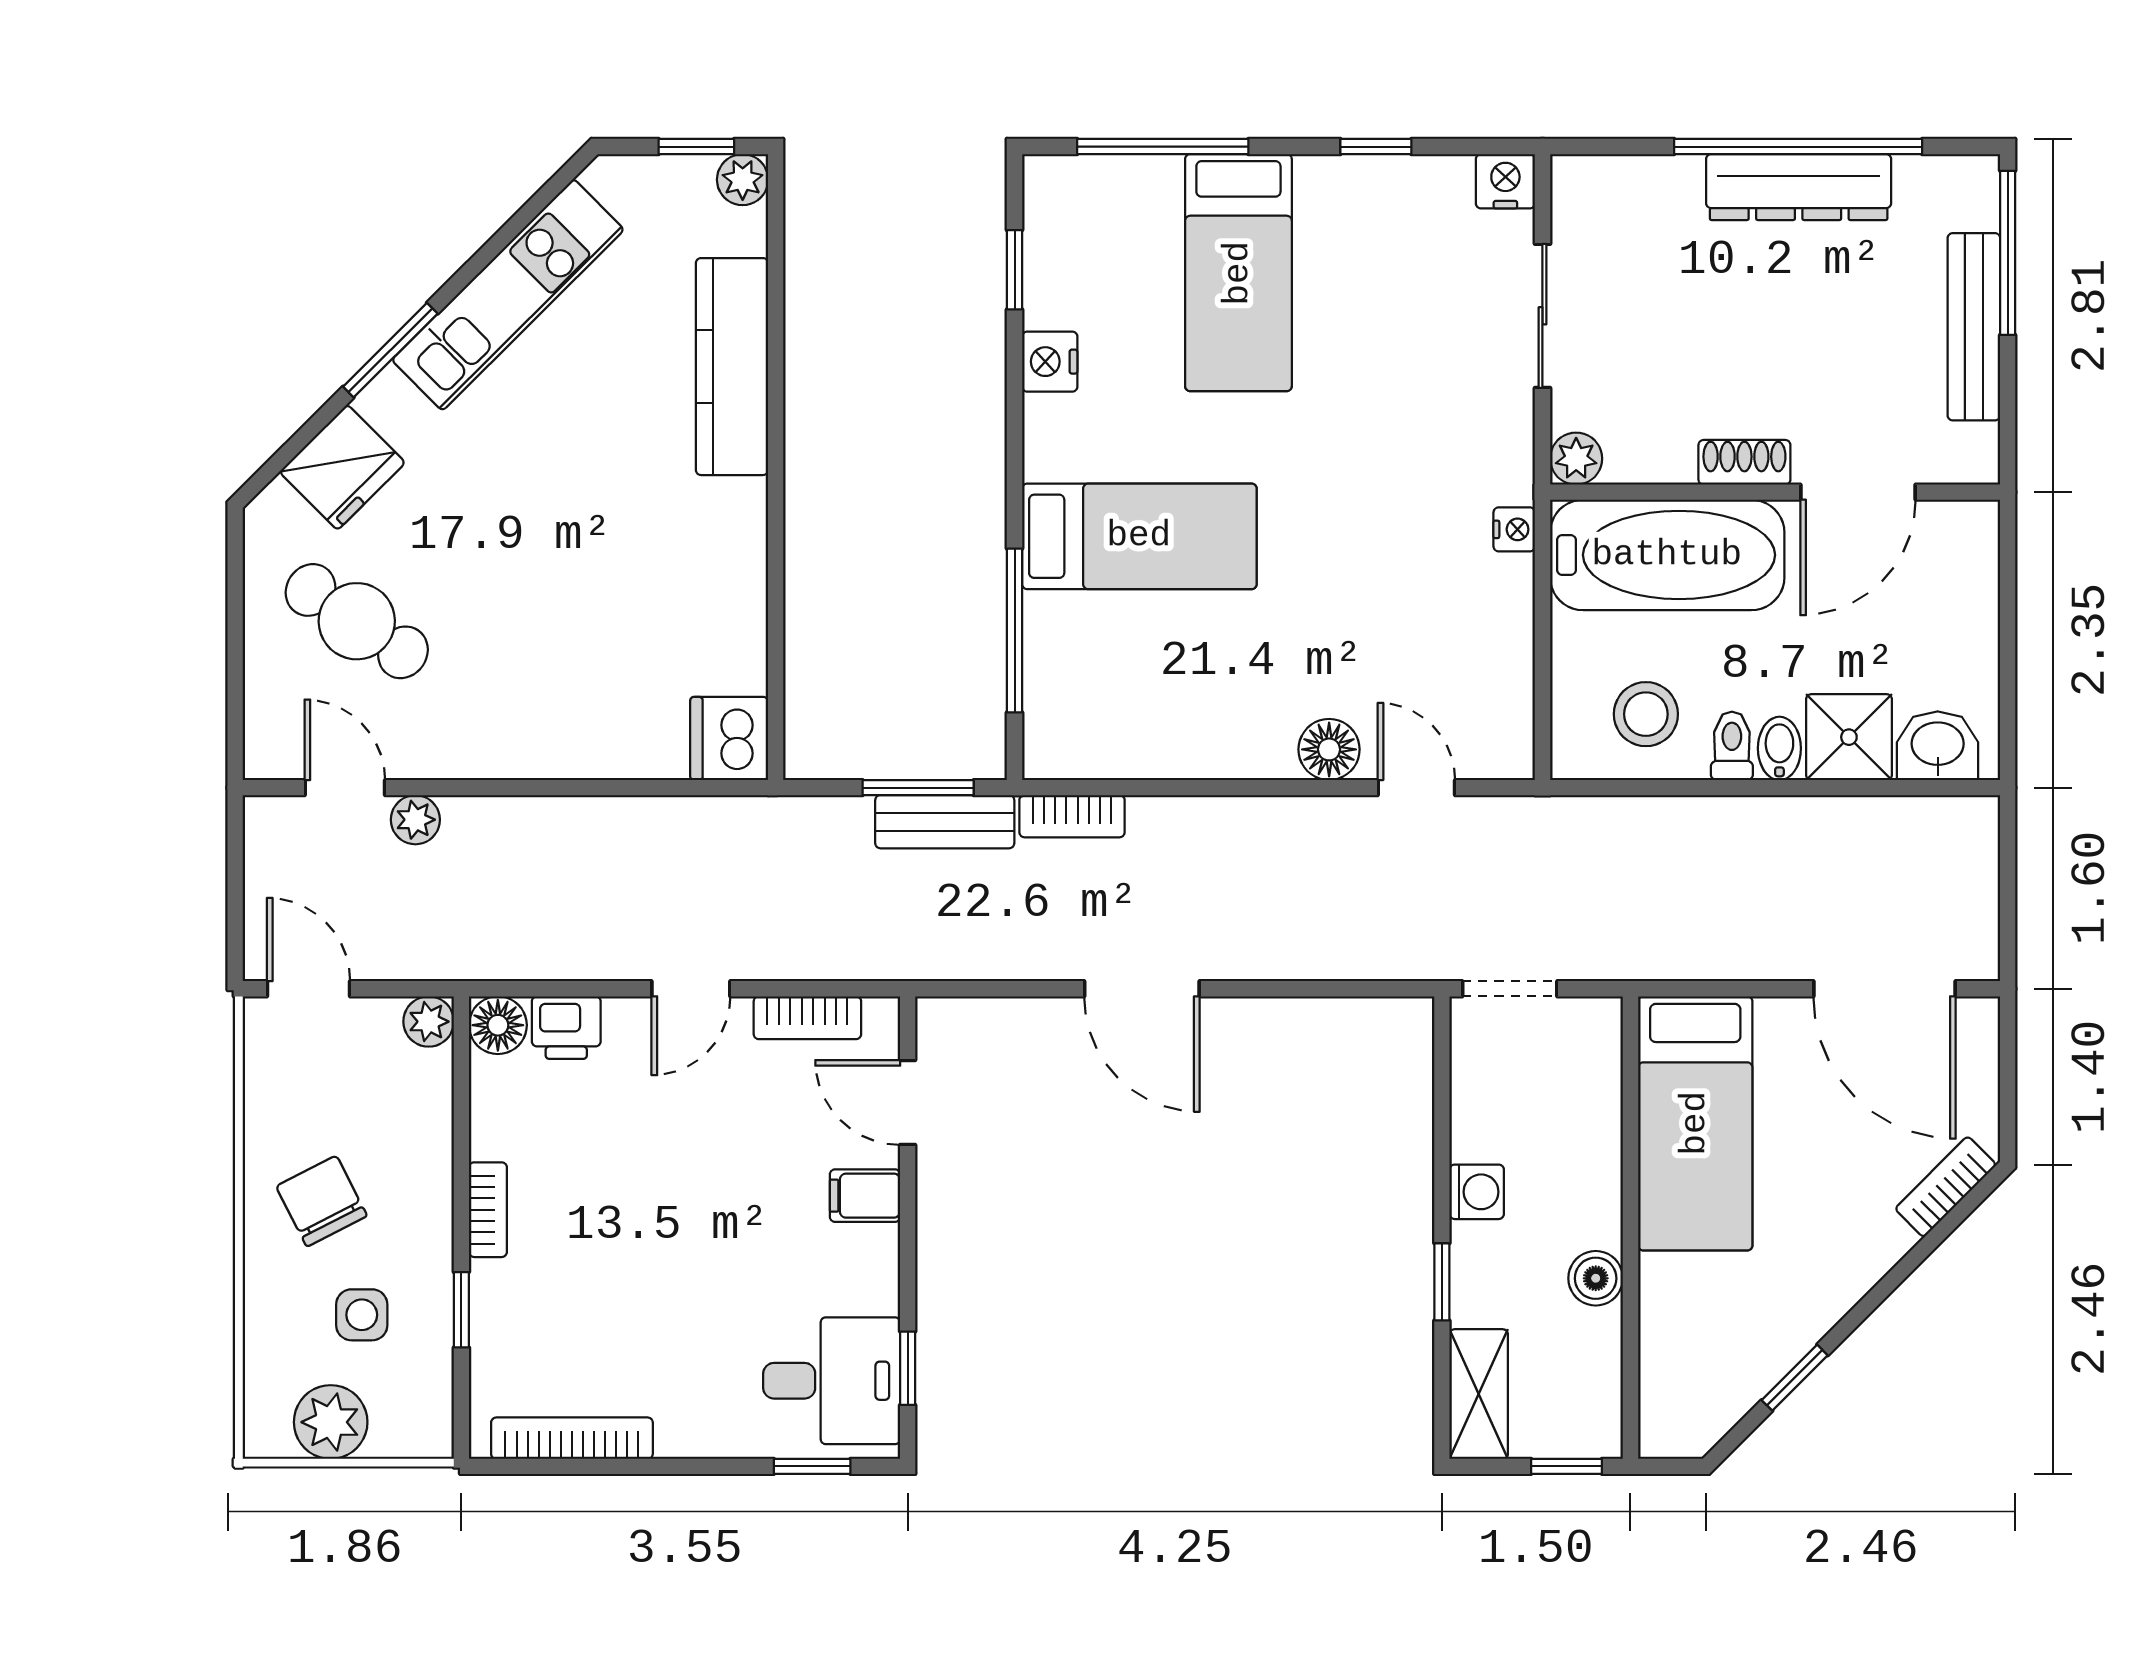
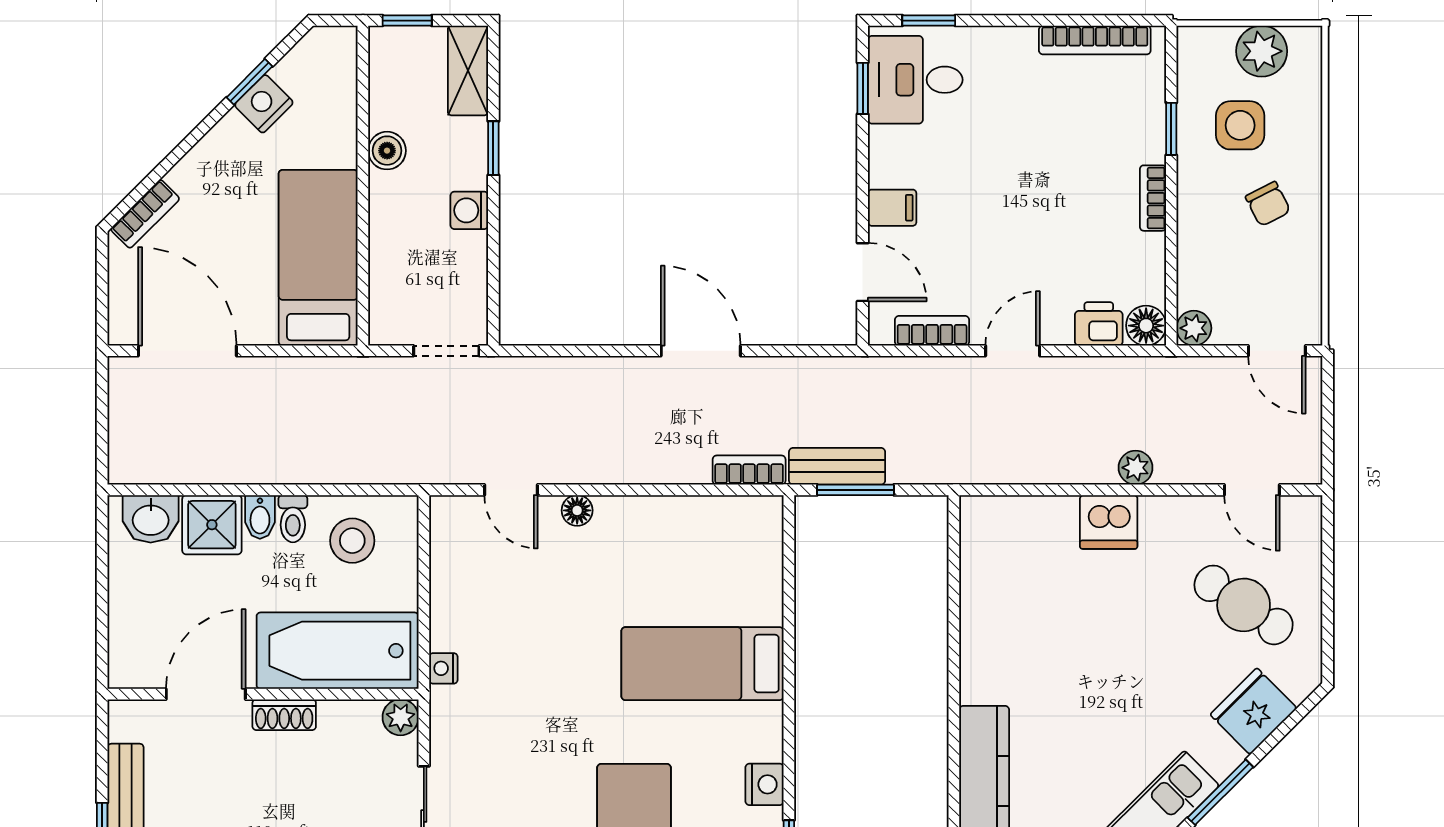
window: (1015, 630) -> (789, 598), removed
dishwasher: (729, 738) -> (1109, 522), moved, turned 90
floor lamp: (1329, 749) -> (577, 510), width x0.73, depth x0.73
plant: (415, 820) -> (1136, 468), moved
chair: (322, 1201) -> (1268, 204), width x0.73, depth x0.73
side table: (362, 1315) -> (1240, 125), width x1.37, depth x1.37
nightstand: (1774, 1346) -> (264, 104), added

